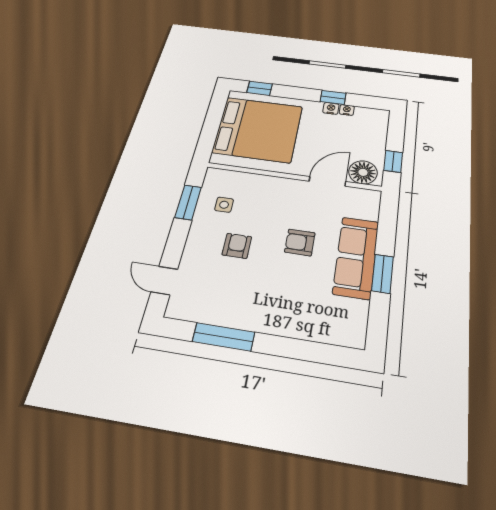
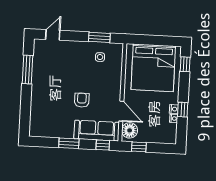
window: (388, 216) -> (103, 145), added
armchair: (237, 246) -> (76, 68), removed
sofa: (356, 257) -> (97, 131), moved

